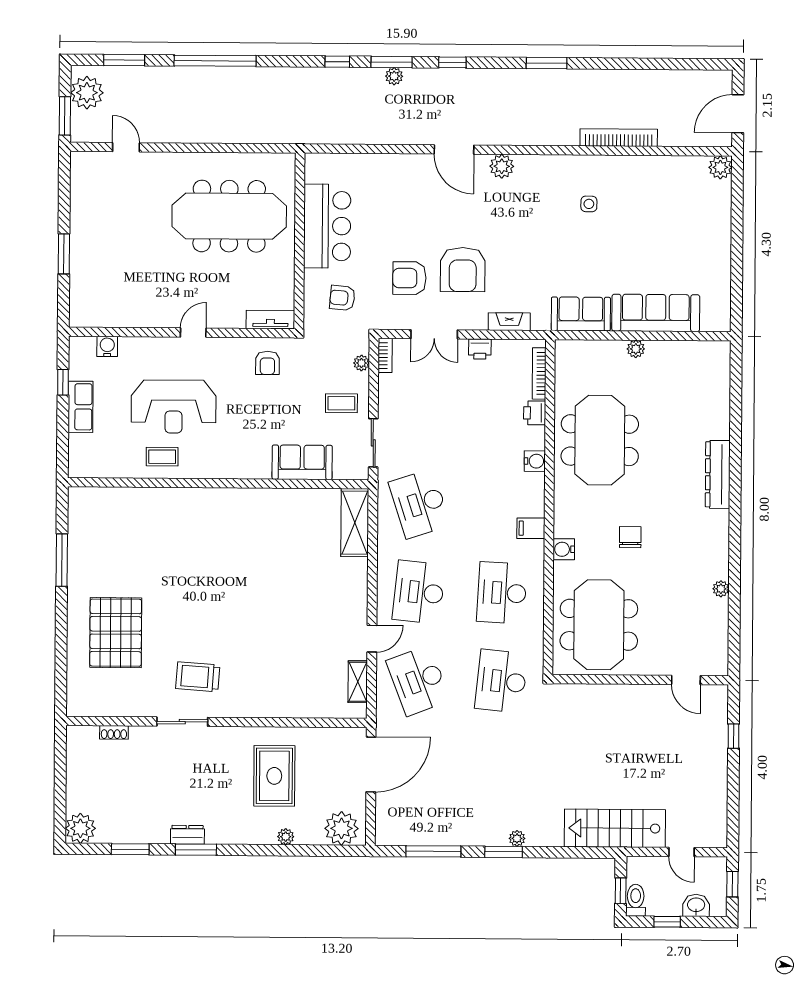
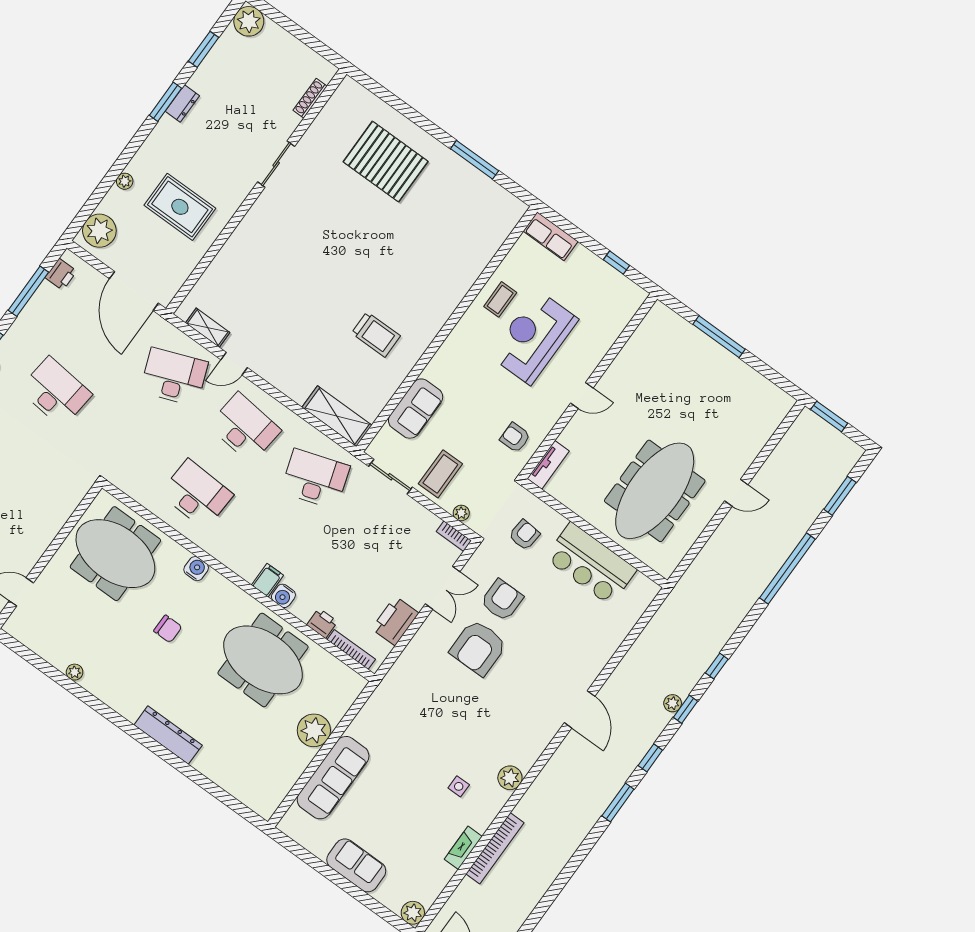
window: (392, 62) -> (685, 709), width x0.67
window: (547, 63) -> (618, 802), moved
plant: (87, 93) -> (835, 447), removed
door: (126, 147) -> (736, 493), moved
door: (454, 150) -> (580, 709), swing flipped
plant: (502, 166) -> (510, 778), moved
window: (64, 254) -> (719, 337), width x1.44
armchair: (463, 270) -> (478, 648), turned -90
sofa: (581, 314) -> (356, 865), moved, turned -90
fireplace: (509, 322) -> (463, 848), moved, turned 180
door: (193, 333) -> (582, 395), hinge flipped
double door: (434, 334) -> (443, 588), swing flipped
water cooler: (107, 346) -> (620, 318), removed
printer: (480, 349) -> (395, 621), width x1.87, depth x1.48
plant: (636, 349) -> (314, 730), width x1.88, depth x1.88
coffee table: (341, 403) -> (440, 474), width x1.36, depth x1.30
row of seats: (80, 407) -> (551, 236), moved
filing cabinet: (531, 528) -> (268, 580), moved
door: (372, 639) -> (234, 364), hinge flipped
trolley: (198, 677) -> (376, 334), moved, turned 86
desk: (501, 681) -> (56, 392), moved
shoe rack: (114, 732) -> (310, 98), width x1.43
printer: (400, 834) -> (61, 274), added

